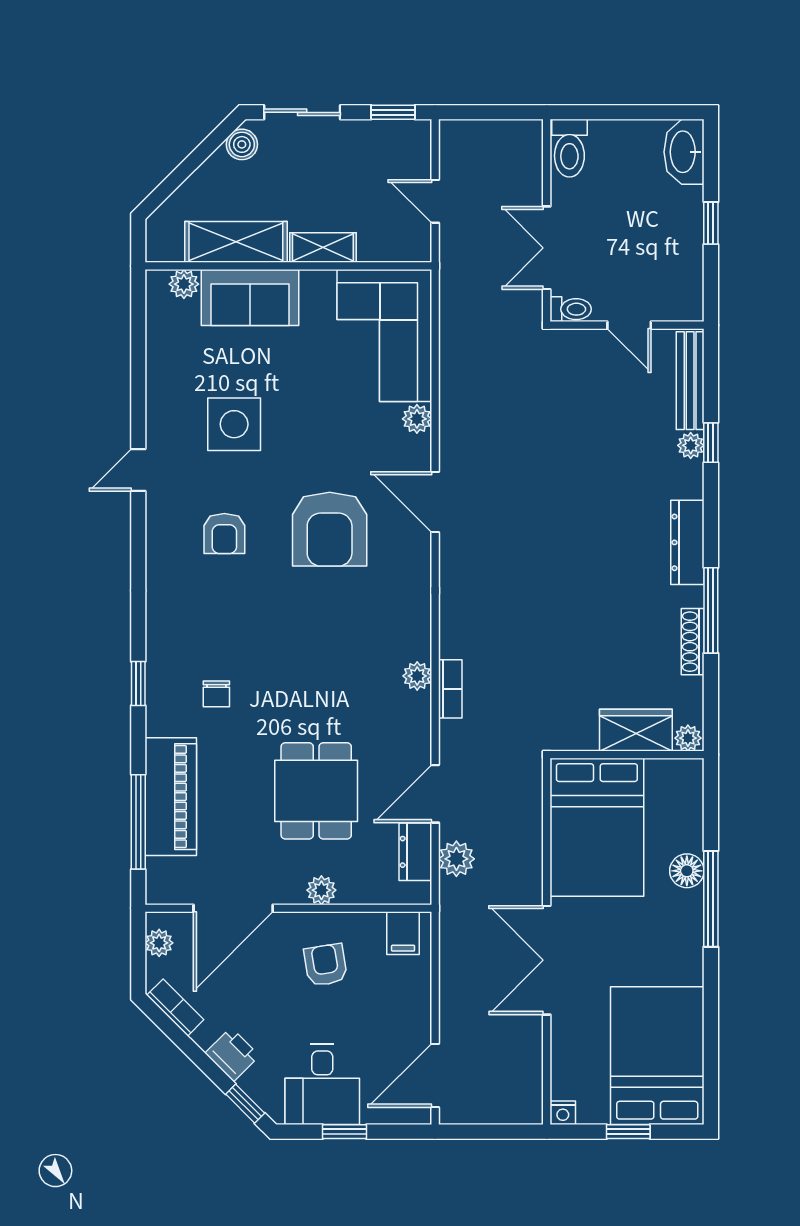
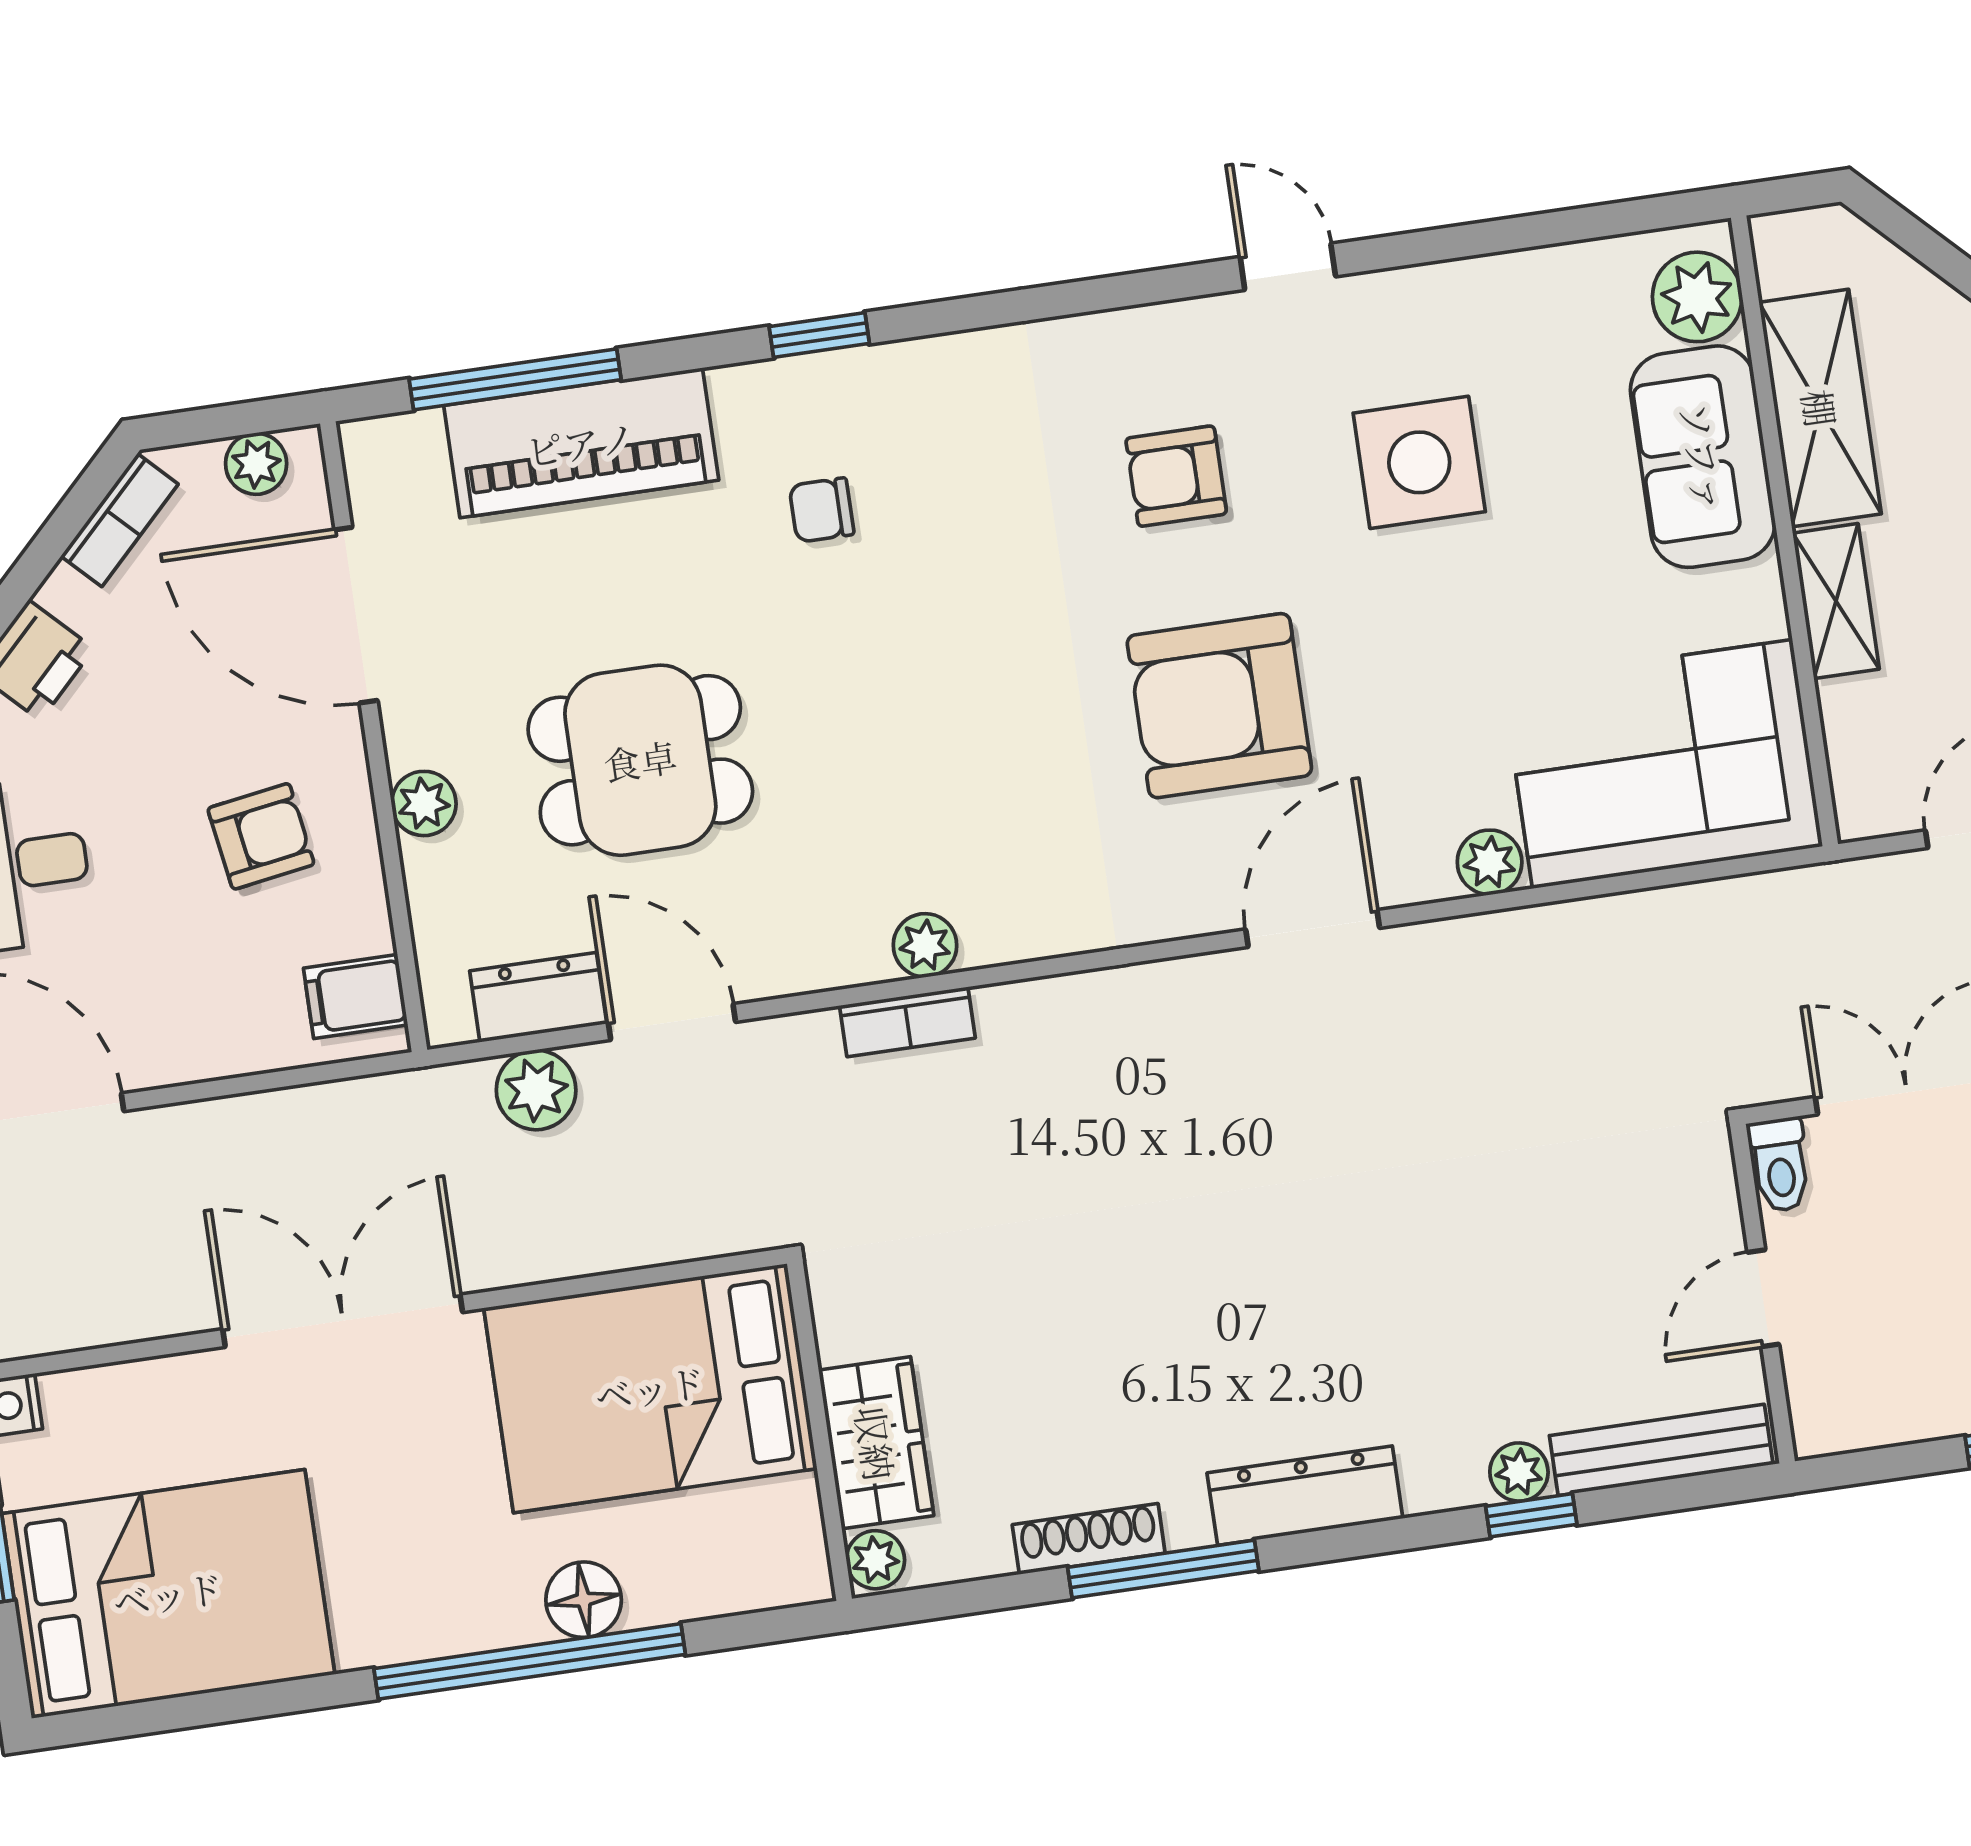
plant: (184, 284) -> (1697, 297), width x1.38, depth x1.38
window: (711, 899) -> (530, 1661), width x1.46

